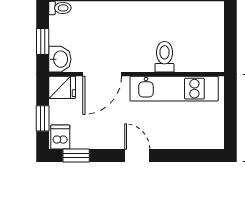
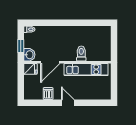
window: (43, 118) -> (21, 84), removed
dishwasher: (60, 137) -> (48, 94), moved
window: (76, 155) -> (37, 103), removed

